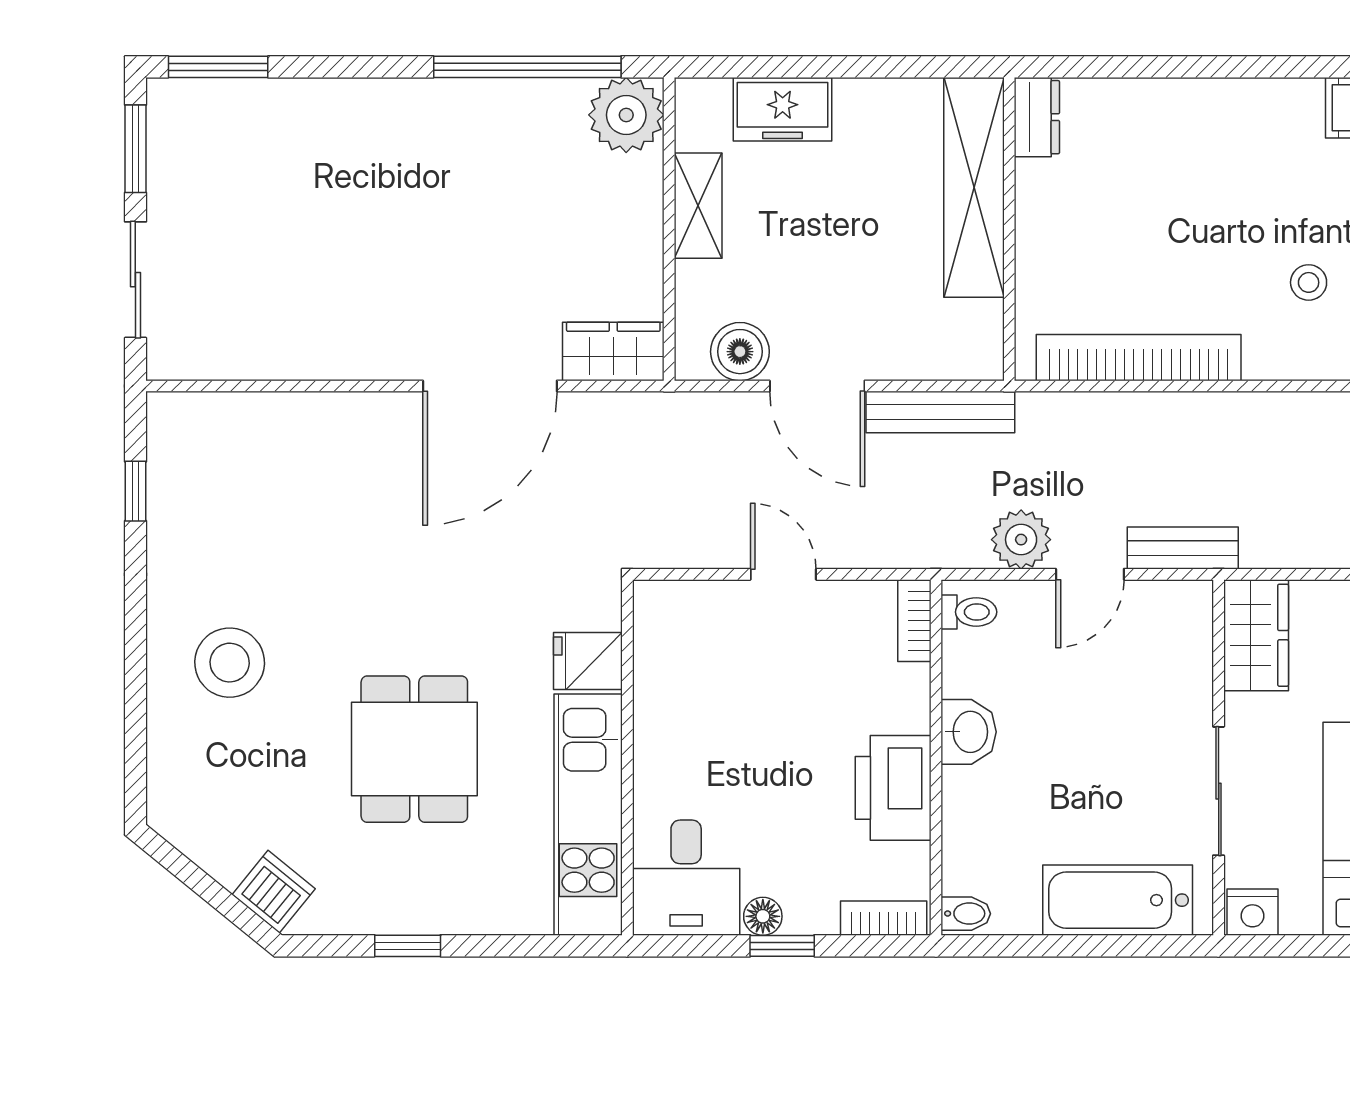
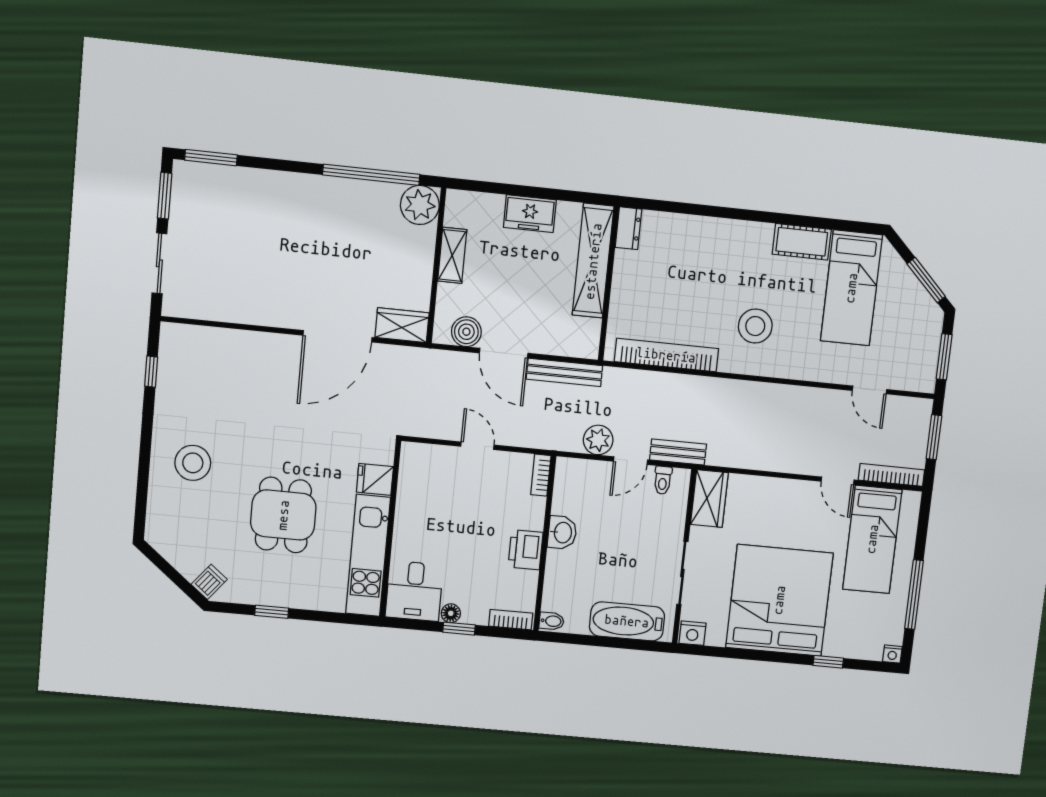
freezer: (783, 109) -> (530, 214), moved
stool: (1309, 282) -> (755, 326), width x1.89, depth x1.89
toilet: (969, 612) -> (663, 480), moved, turned 90
printer: (893, 788) -> (526, 550), width x0.73, depth x0.84
dishwasher: (274, 892) -> (209, 582), width x0.73

